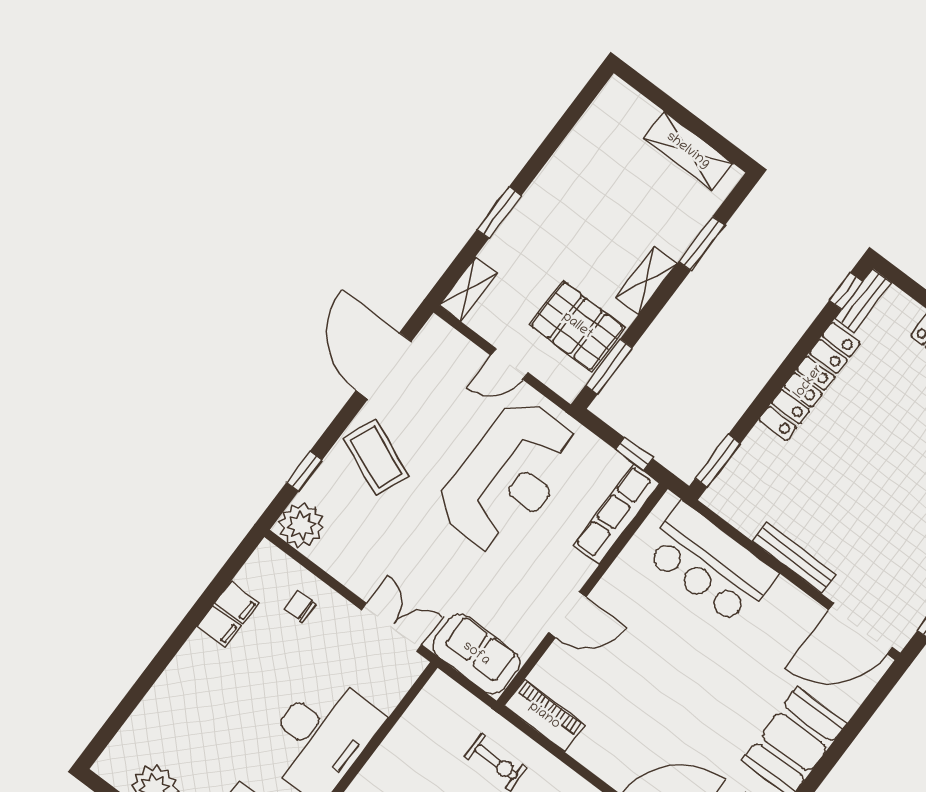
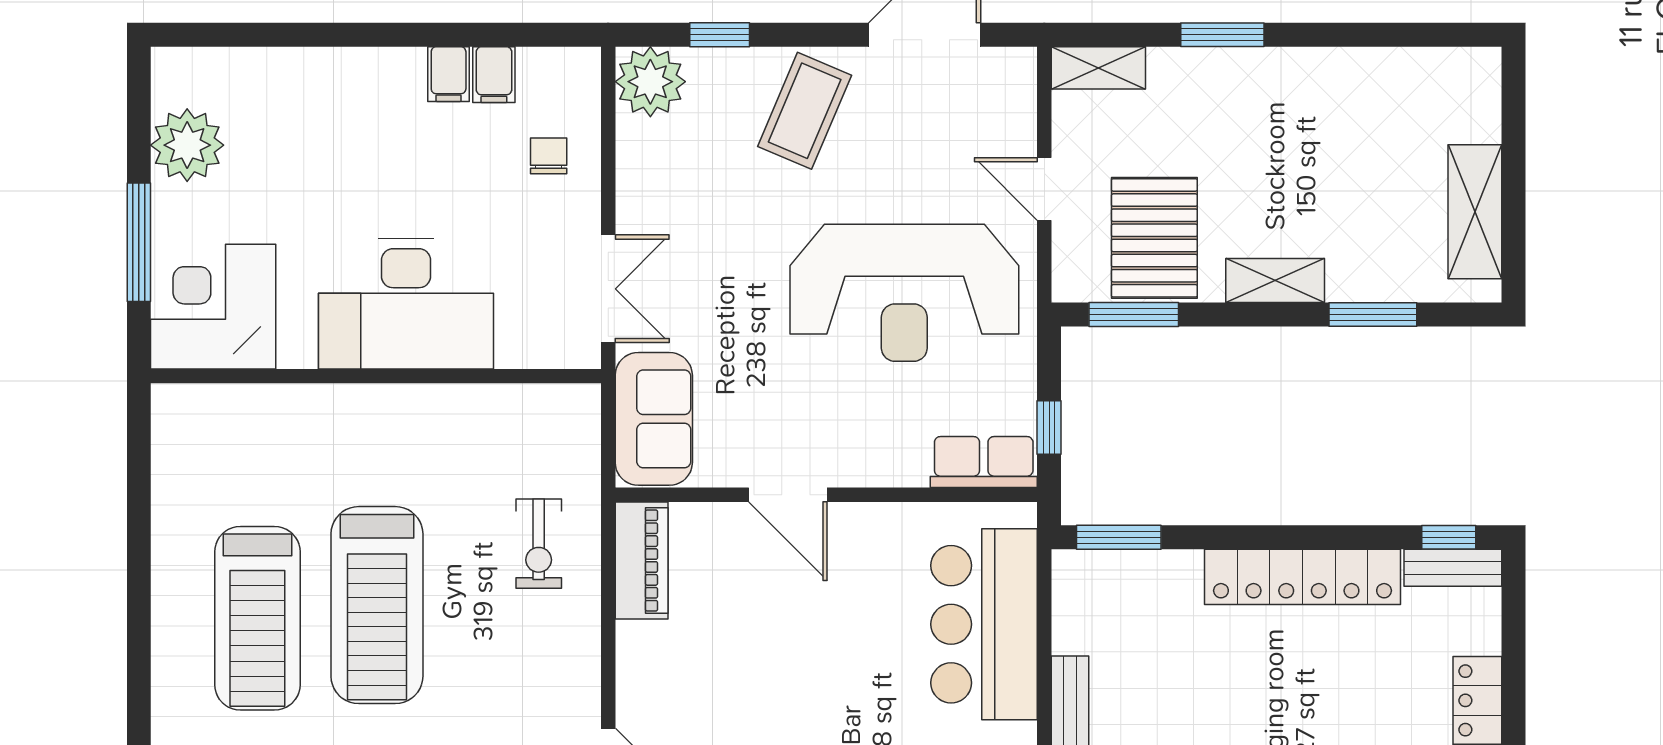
row of seats: (617, 514) -> (984, 462), width x0.68

